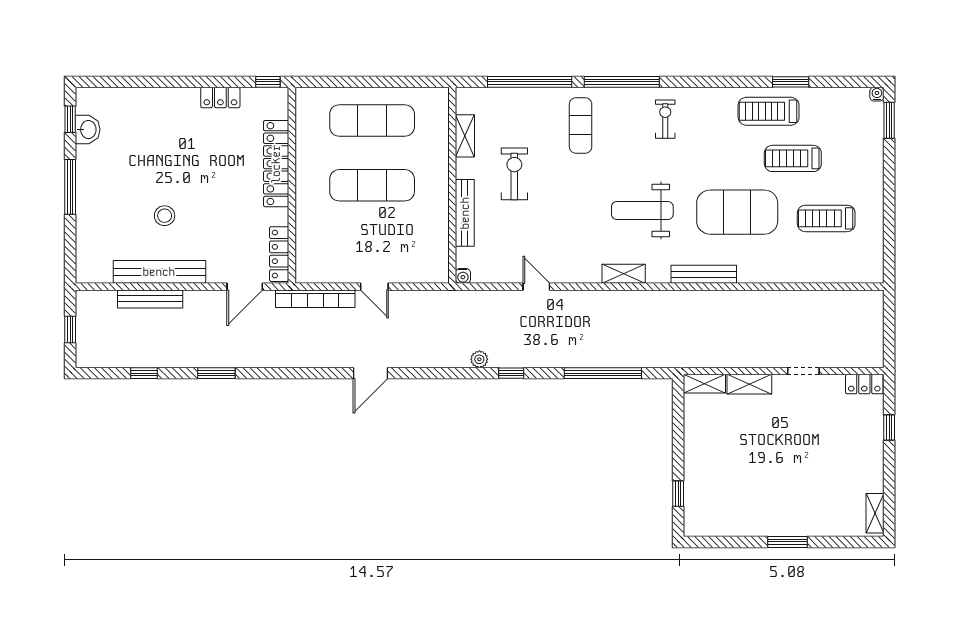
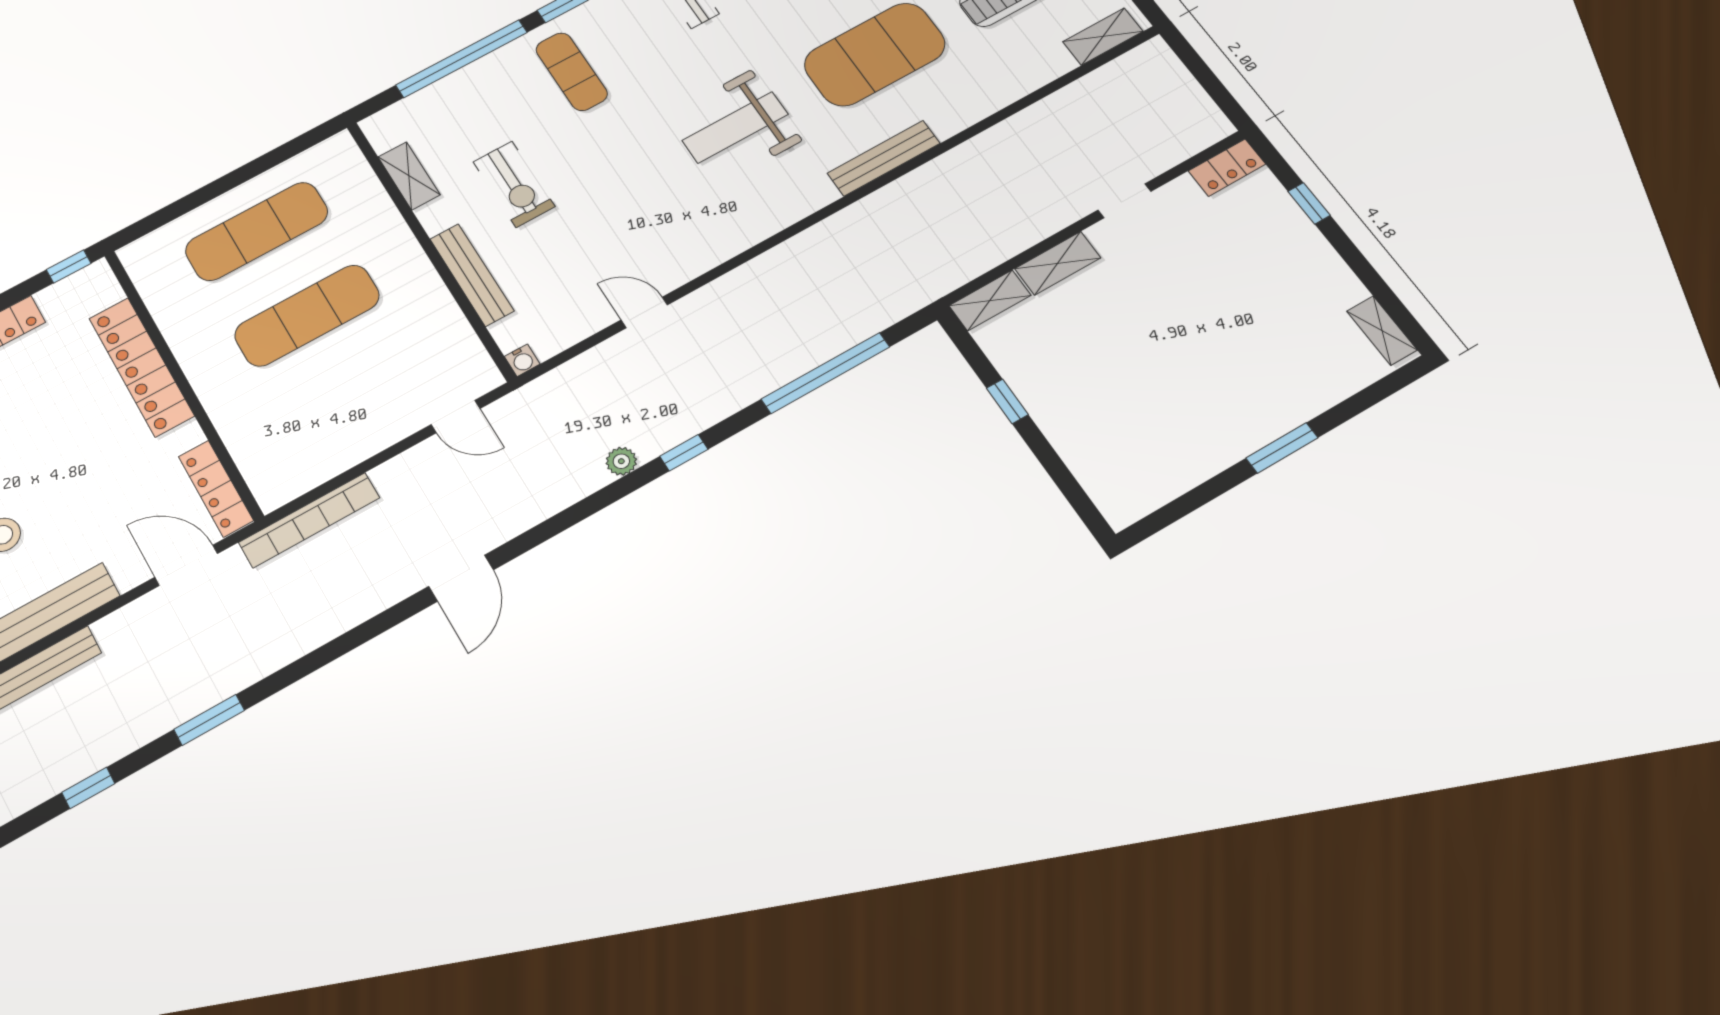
exercise bike: (514, 174) -> (514, 184), turned 180
shelving: (624, 274) -> (1103, 36), moved
door: (245, 287) -> (186, 565), swing flipped
door: (374, 287) -> (456, 417), moved
window: (678, 494) -> (1007, 401), moved

